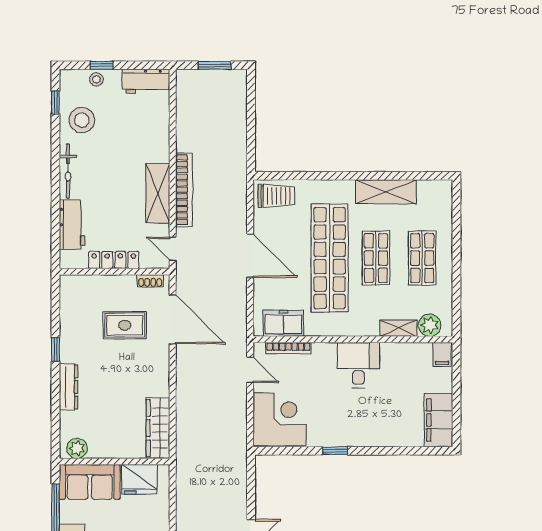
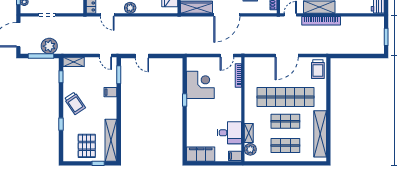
shelving: (386, 192) -> (320, 134), width x1.47
door: (173, 319) -> (227, 15), moved
freezer: (283, 323) -> (251, 73), removed
desk: (358, 365) -> (229, 133), moved
corner desk: (279, 419) -> (200, 85), moved, turned -90

